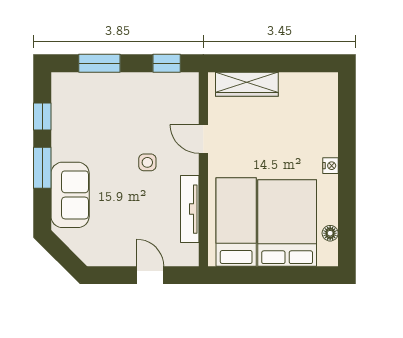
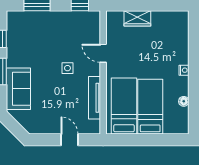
wardrobe: (247, 84) -> (137, 18), width x0.67
bed: (287, 223) -> (150, 107), width x0.67
floor lamp: (330, 233) -> (184, 101), moved

